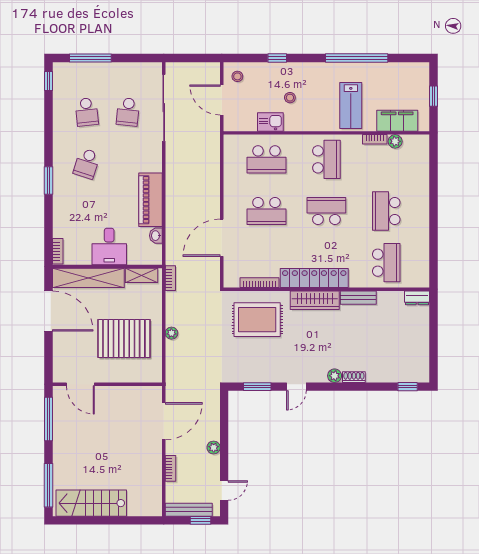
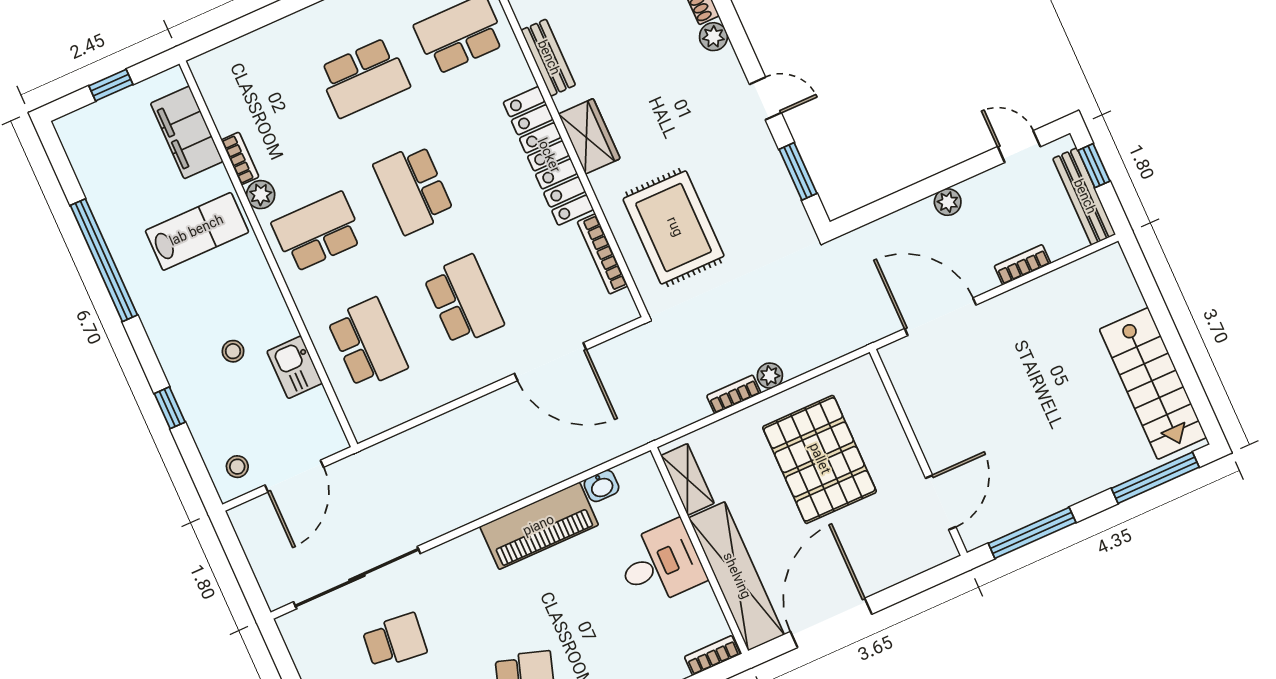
plant: (395, 141) -> (261, 195), moved
bookcase: (170, 278) -> (734, 394), moved
wardrobe: (315, 300) -> (589, 136), width x0.67

